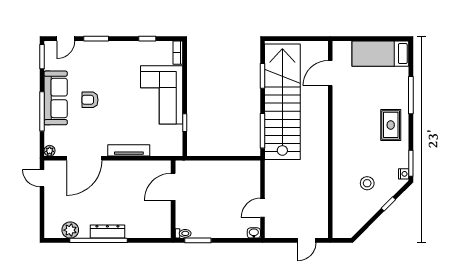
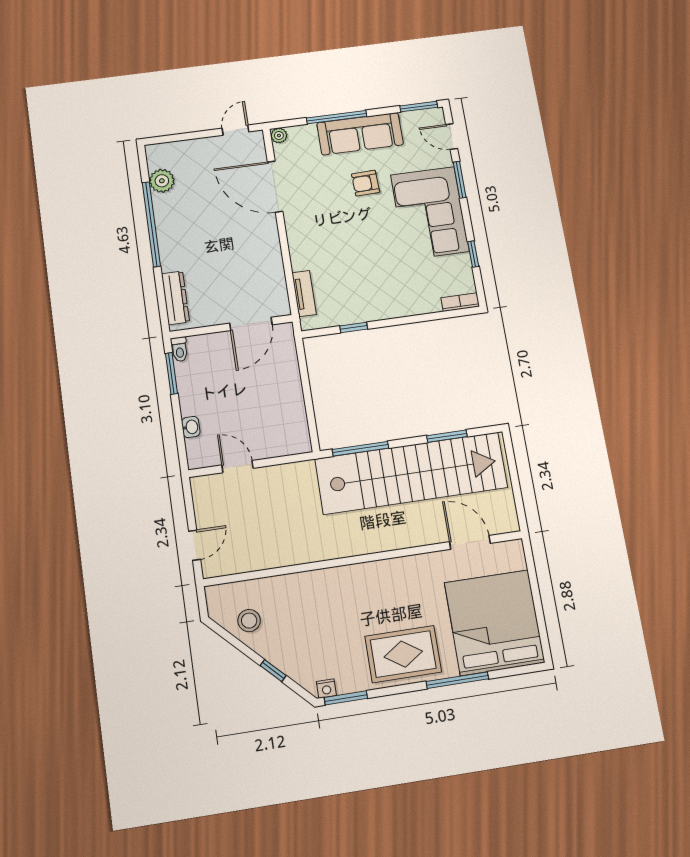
bed: (380, 54) -> (494, 622), width x2.04
corner sofa: (162, 95) -> (430, 213), moved, turned -90
armchair: (90, 100) -> (366, 183), turned -92
rug: (391, 125) -> (403, 654), width x1.36, depth x1.43
tv unit: (129, 150) -> (304, 294), moved, width x0.71
stool: (367, 183) -> (249, 621), moved
door: (173, 187) -> (251, 324), swing flipped
dresser: (107, 232) -> (175, 298), moved
washbasin: (254, 233) -> (191, 427), moved
door: (307, 240) -> (195, 545), swing flipped

